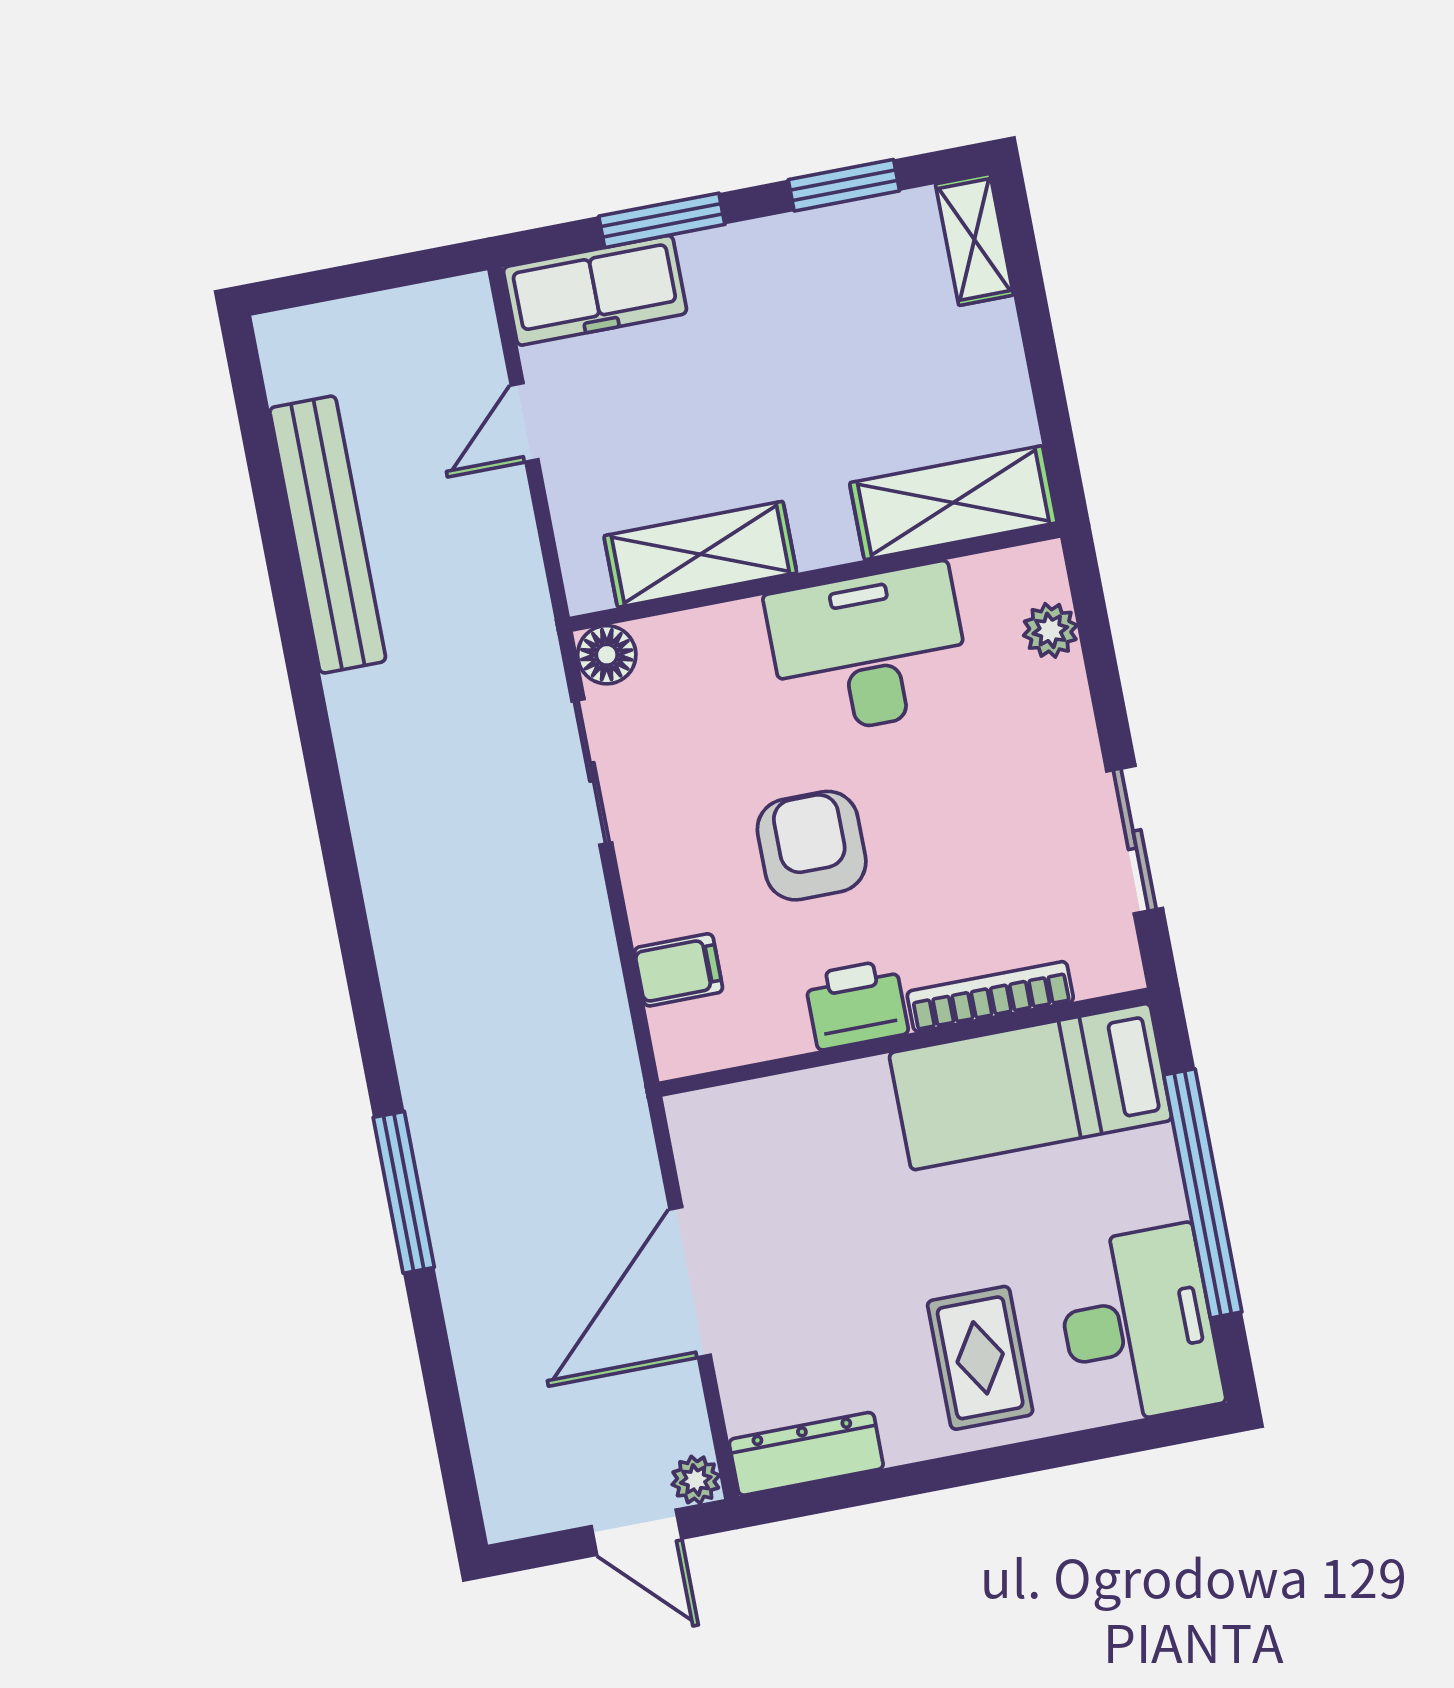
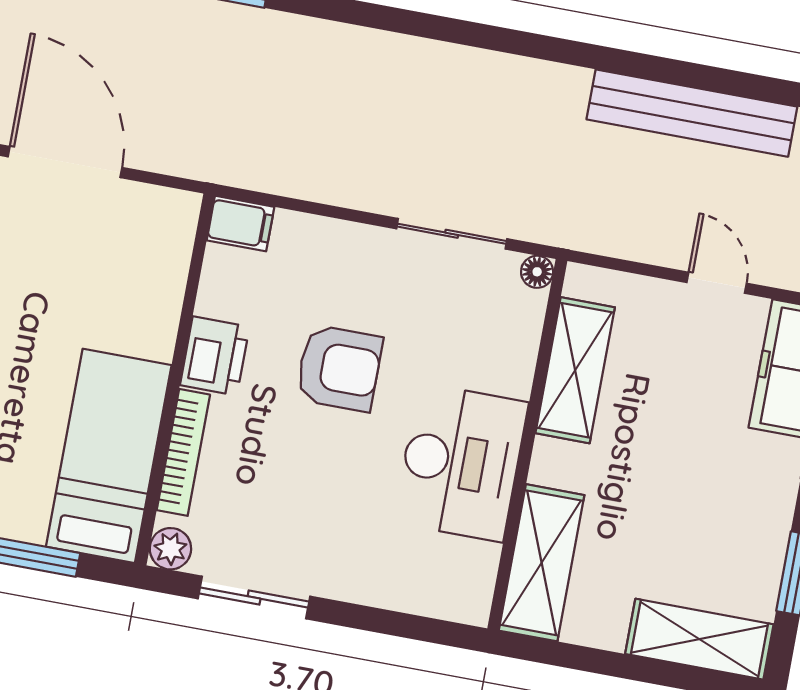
shelving: (974, 239) -> (699, 639), width x1.50, depth x1.33
plant: (1050, 630) -> (170, 549), moved
floor lamp: (607, 655) -> (537, 272), width x0.73, depth x0.73
filing cabinet: (679, 970) -> (240, 224), moved, turned -90

